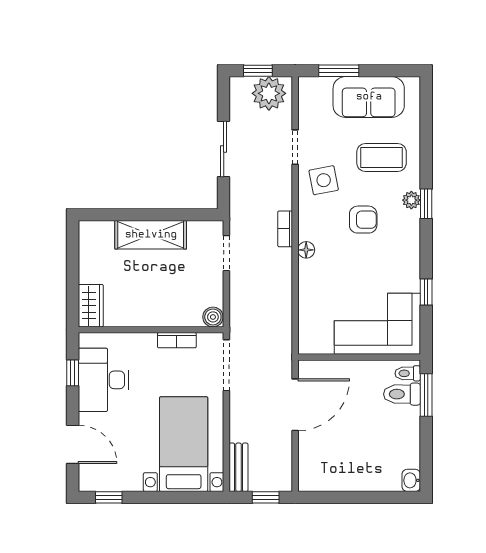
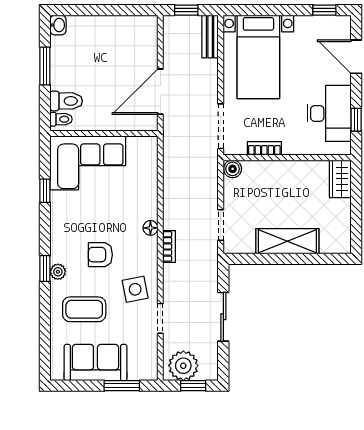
window: (426, 395) -> (45, 66), moved

